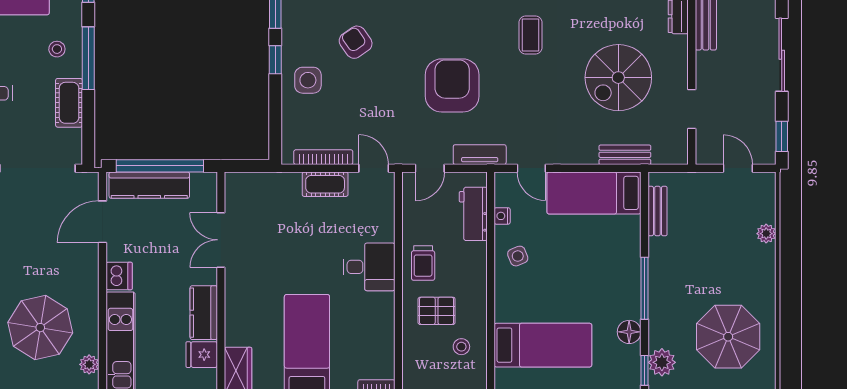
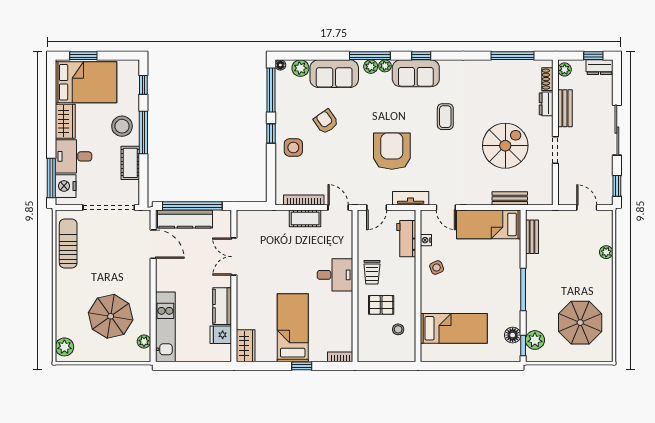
stool: (57, 49) -> (122, 126), width x1.89, depth x1.89
spiral stairs: (618, 78) -> (505, 146), turned 180
doorway: (692, 109) -> (555, 150), moved
door: (102, 222) -> (153, 244), swing flipped
dishwasher: (119, 276) -> (164, 281), removed
floor lamp: (629, 332) -> (513, 335), moved

